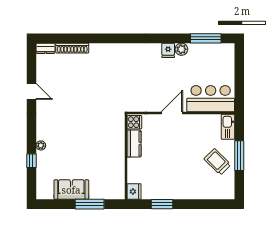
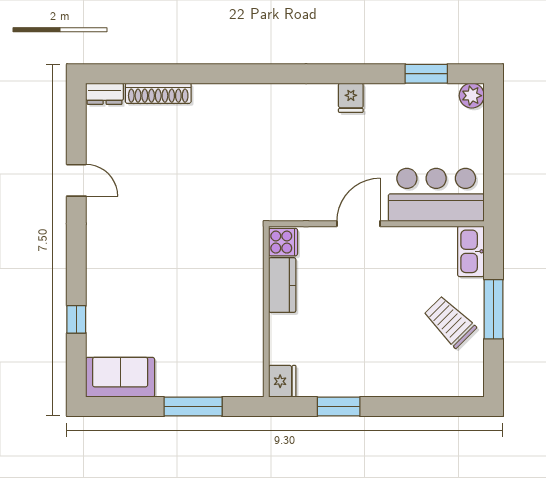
window: (206, 38) -> (426, 74), width x0.69
plant: (181, 49) -> (472, 96), moved
plant: (41, 145) -> (95, 289), removed
sofa: (71, 190) -> (120, 377), moved

